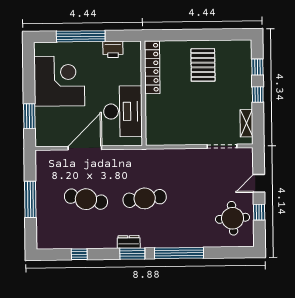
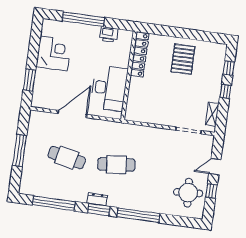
corner desk: (59, 81) -> (54, 54), width x0.74, depth x0.74
window: (79, 254) -> (54, 203), width x3.17

